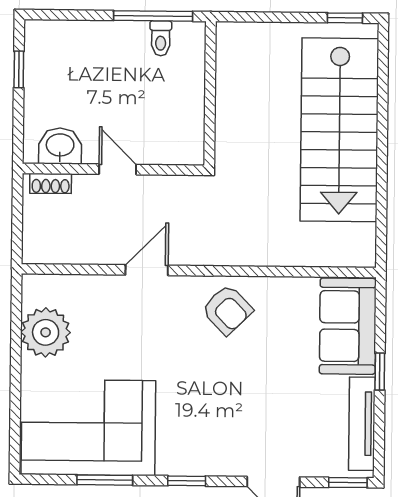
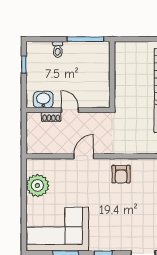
toilet: (161, 38) -> (58, 49), moved
shoe rack: (51, 183) -> (51, 117), moved
armchair: (227, 310) -> (121, 174), turned 44

